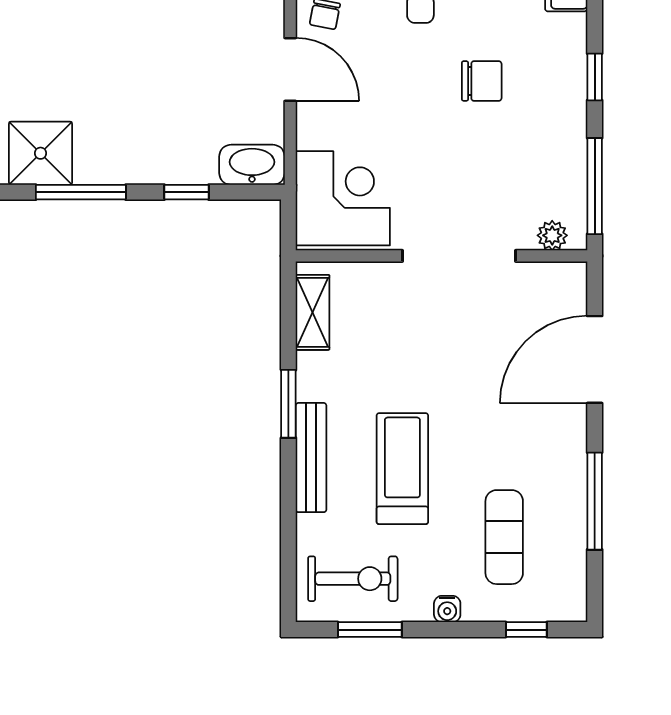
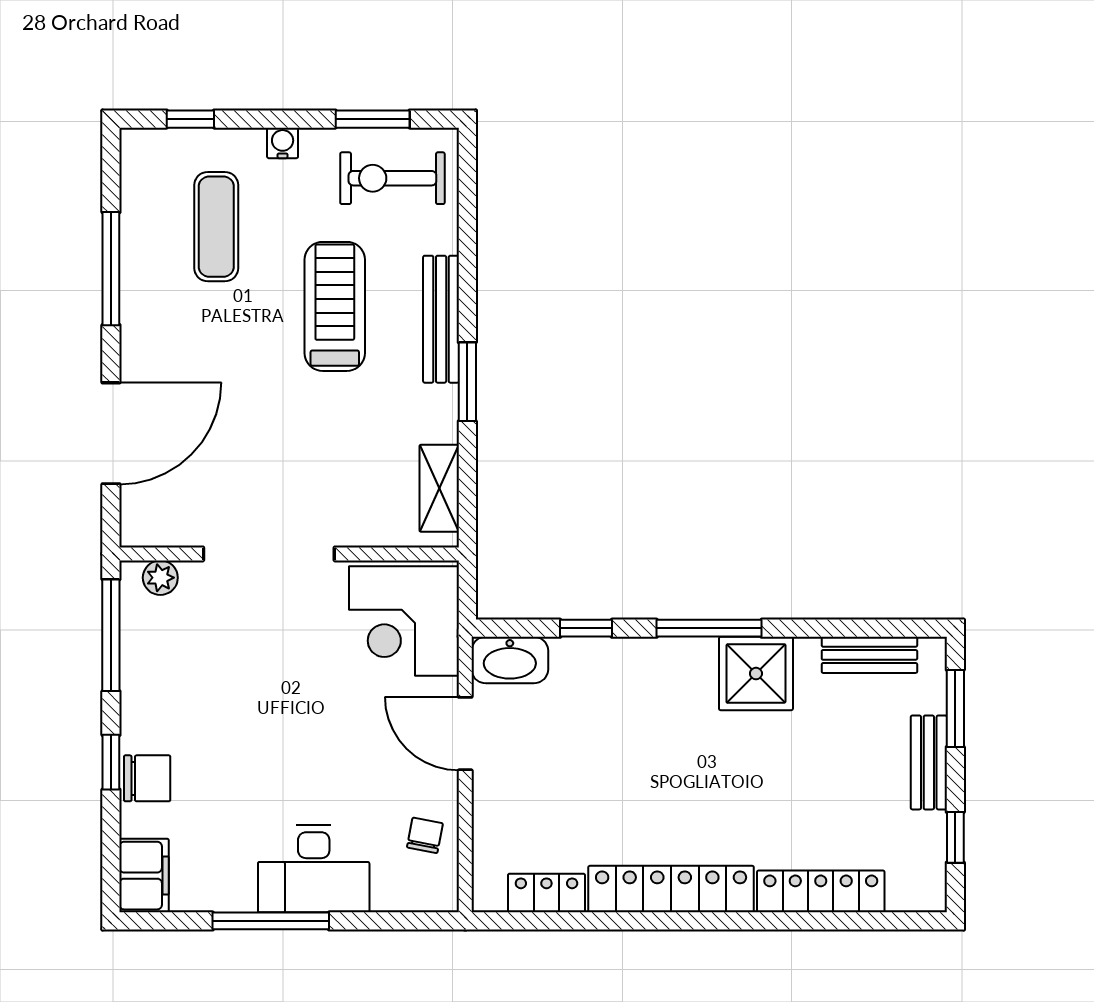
door: (290, 70) -> (465, 734), moved
chair: (482, 81) -> (147, 778), moved, turned 180
treadmill: (402, 469) -> (335, 306), turned 180

